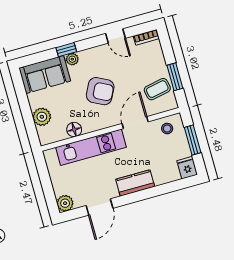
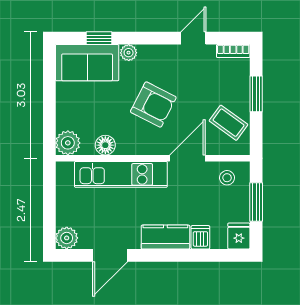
door: (116, 36) -> (193, 38), swing flipped
window: (66, 50) -> (99, 38), moved
window: (175, 77) -> (256, 94), moved
coffee table: (157, 89) -> (228, 123), turned 47
plant: (42, 117) -> (68, 143), moved
dishwasher: (160, 176) -> (200, 237), added

